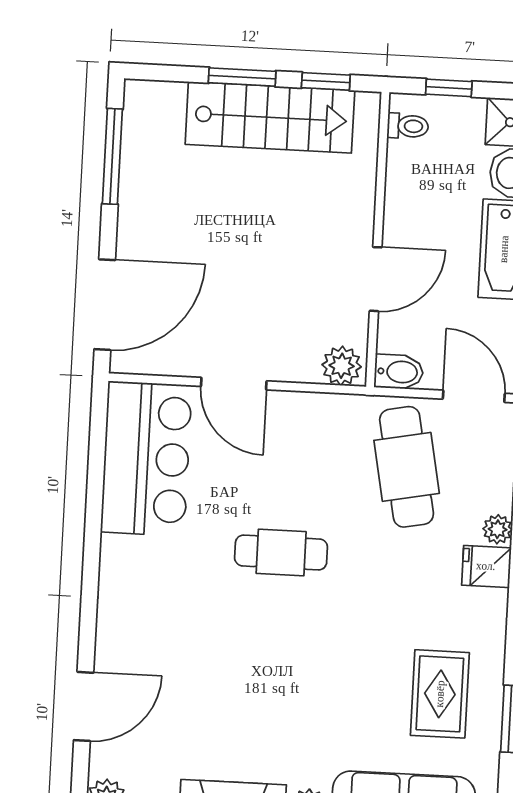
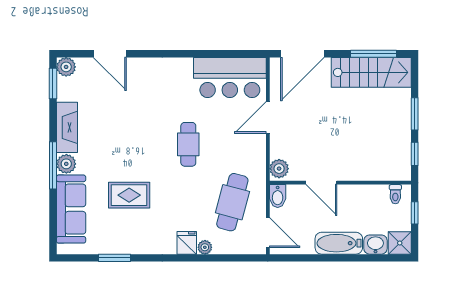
stairs: (270, 117) -> (371, 72), moved, turned -90
door: (105, 305) -> (302, 54), hinge flipped
door: (474, 396) -> (268, 233), hinge flipped
cafe table: (407, 467) -> (232, 202), turned -64
rug: (440, 694) -> (129, 195), moved

